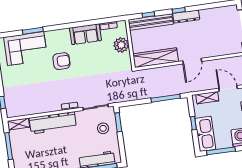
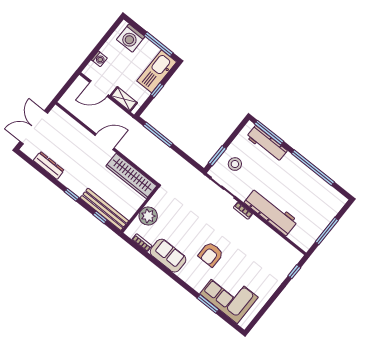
dresser: (186, 16) -> (49, 165), moved
armchair: (61, 61) -> (211, 254), turned -90
door: (228, 88) -> (99, 89), hinge flipped
shelving: (18, 124) -> (300, 240), removed

